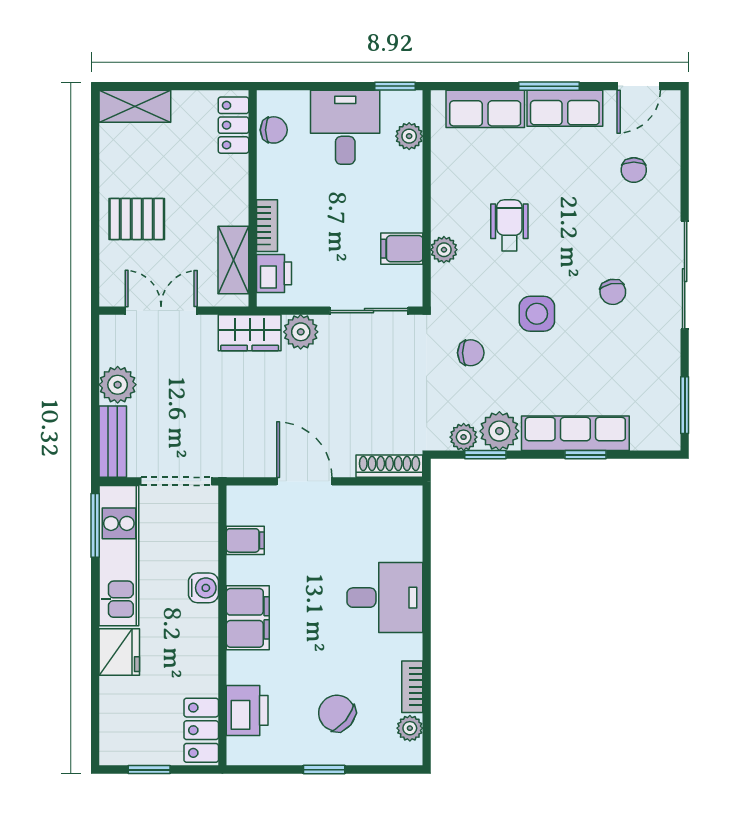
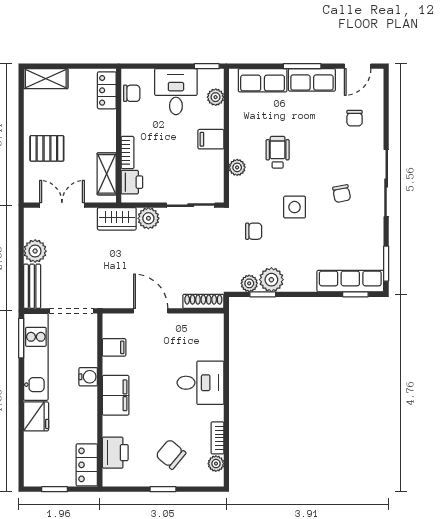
filing cabinet: (402, 249) -> (211, 139), moved
row of seats: (575, 433) -> (350, 281), moved
window: (585, 455) -> (355, 294), moved

